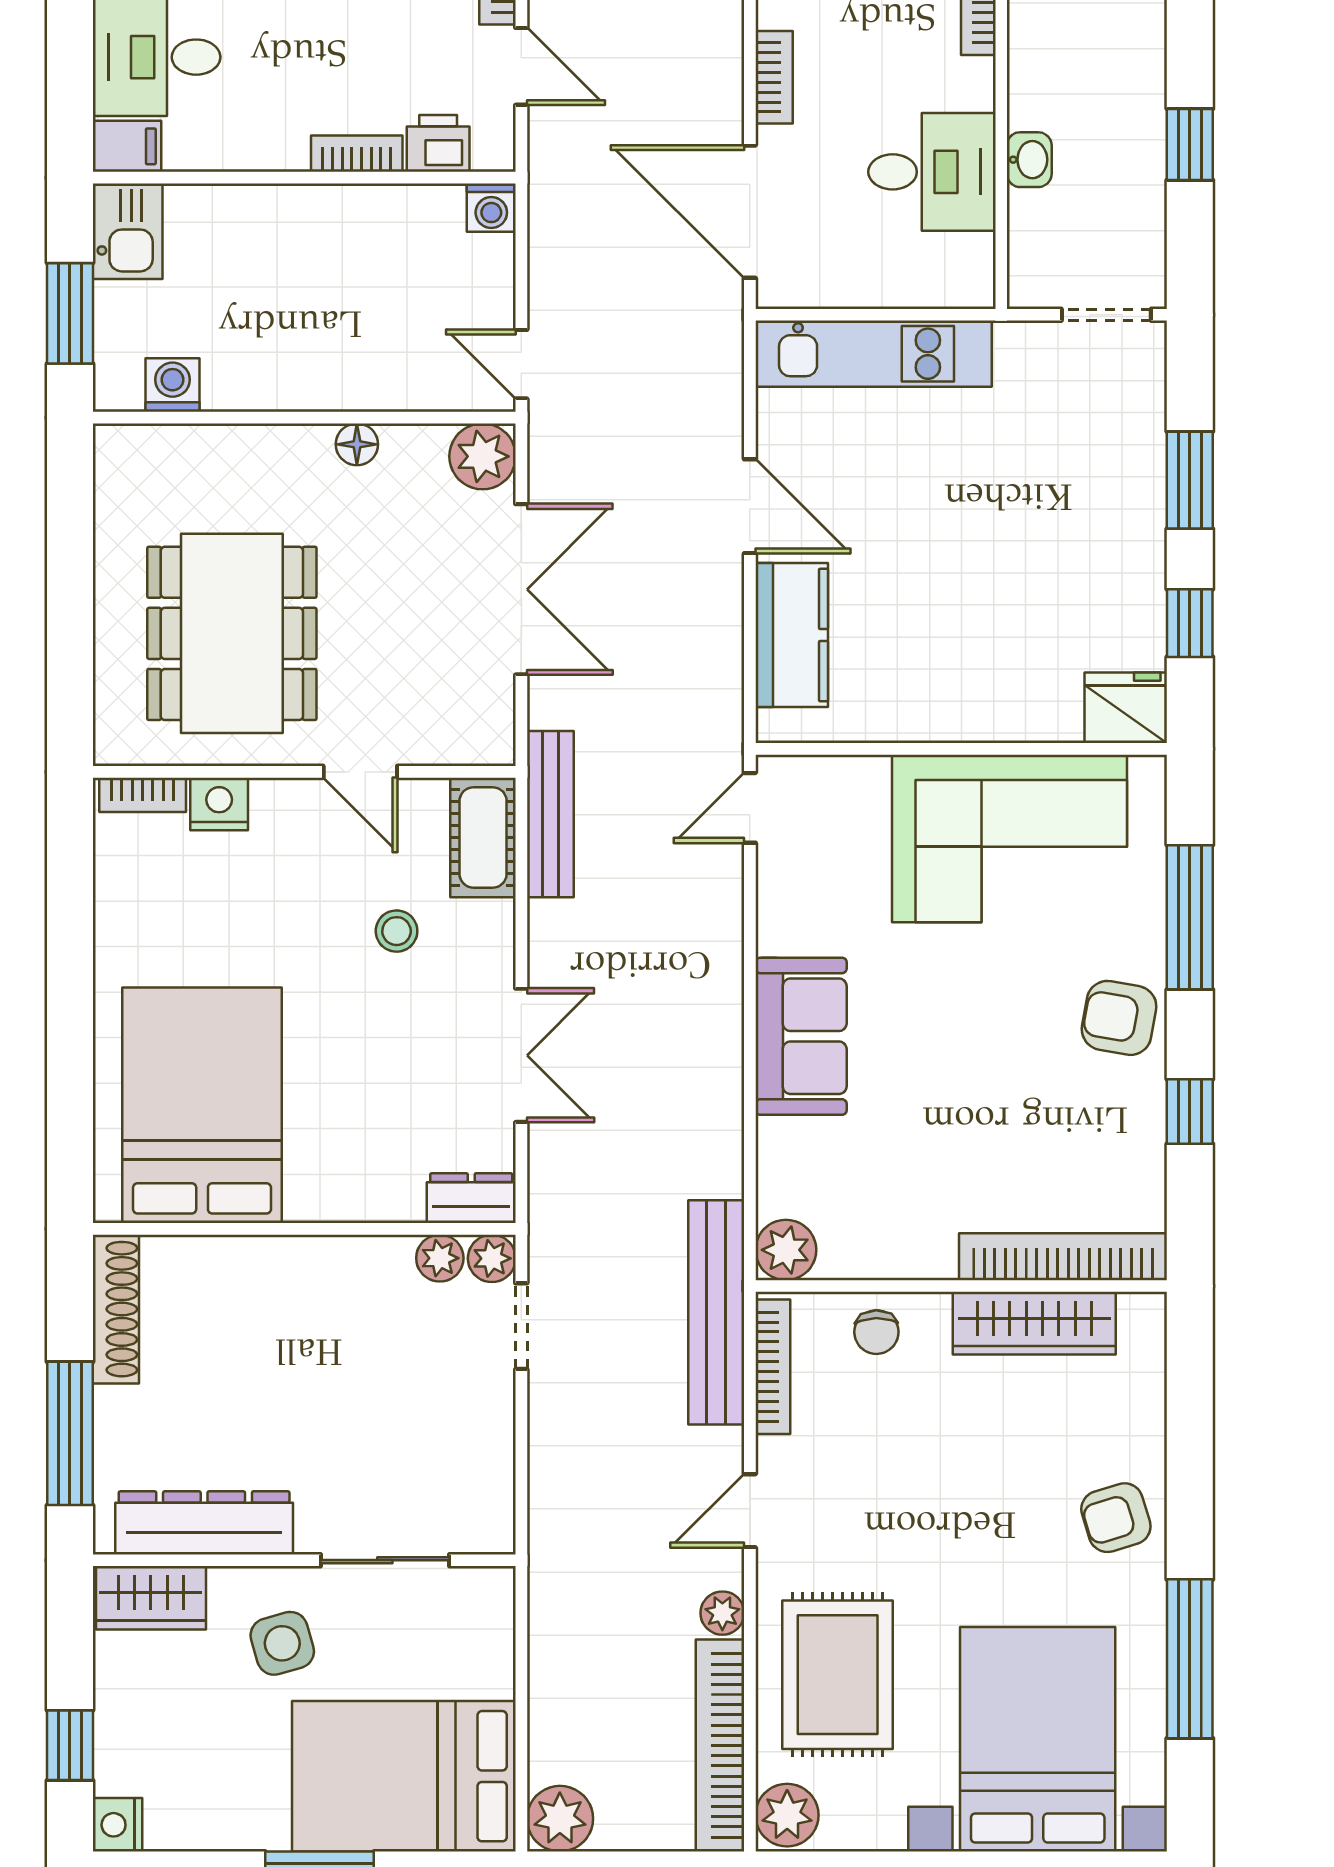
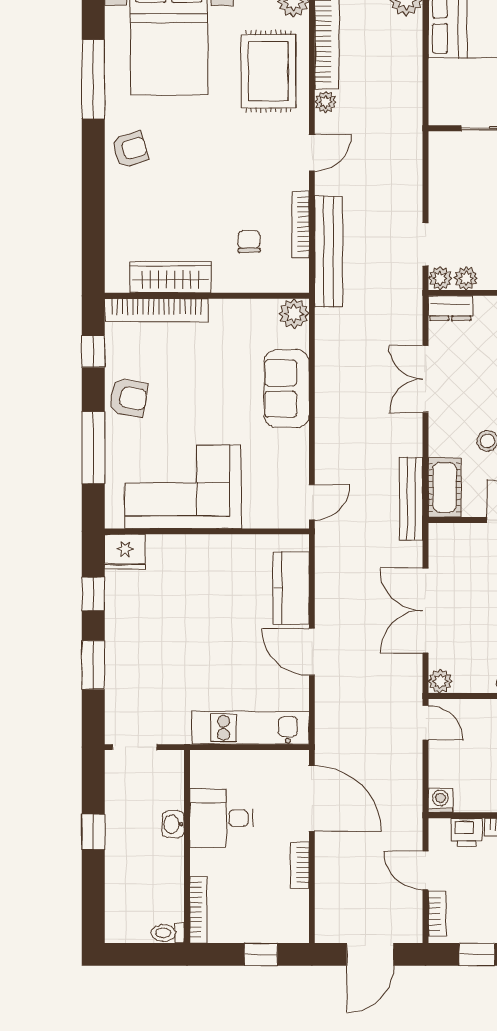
plant: (483, 456) -> (440, 681), width x0.73, depth x0.73
plant: (786, 1250) -> (294, 314), moved
bookcase: (1063, 1257) -> (156, 310), moved
wall: (961, 1286) -> (207, 296), moved
wardrobe: (1034, 1323) -> (171, 277), moved

